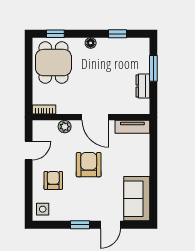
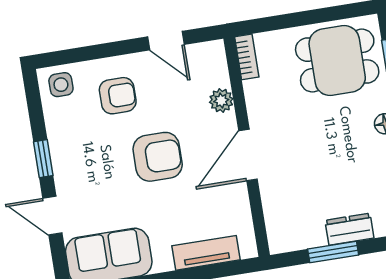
window: (153, 68) -> (333, 252), moved
dresser: (143, 86) -> (349, 229), moved
tv unit: (132, 127) -> (206, 253), moved, turned 90

